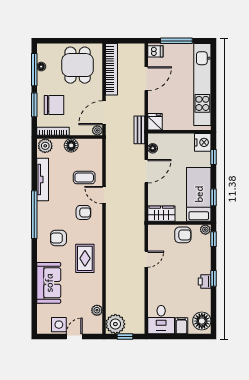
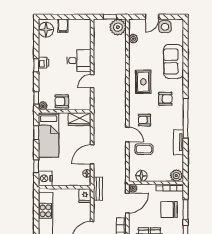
floor lamp: (71, 145) -> (141, 176), moved
tv unit: (43, 180) -> (178, 142), width x0.71
desk: (161, 320) -> (79, 61), moved, turned 90

